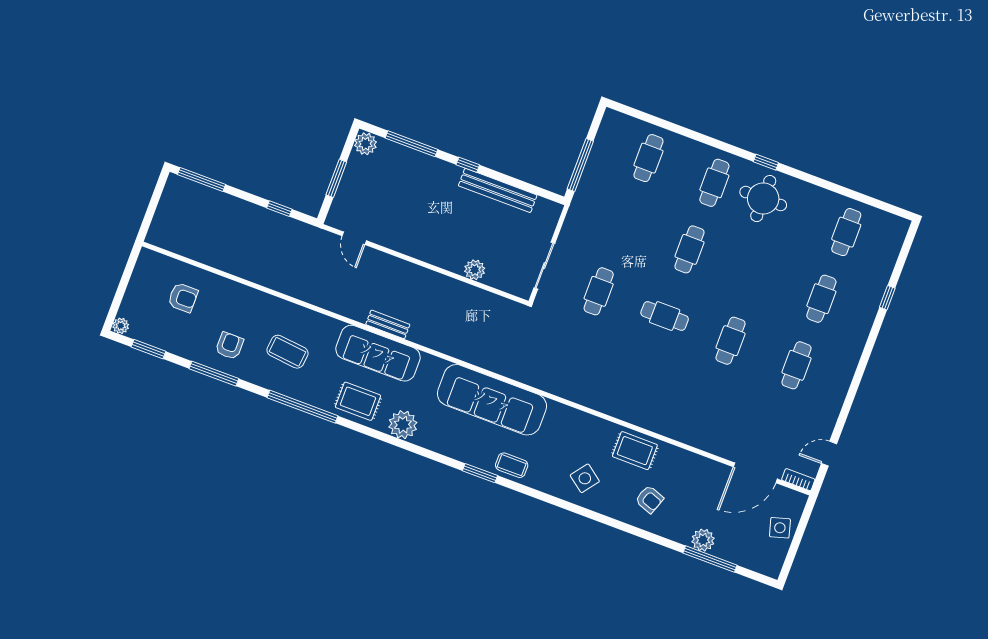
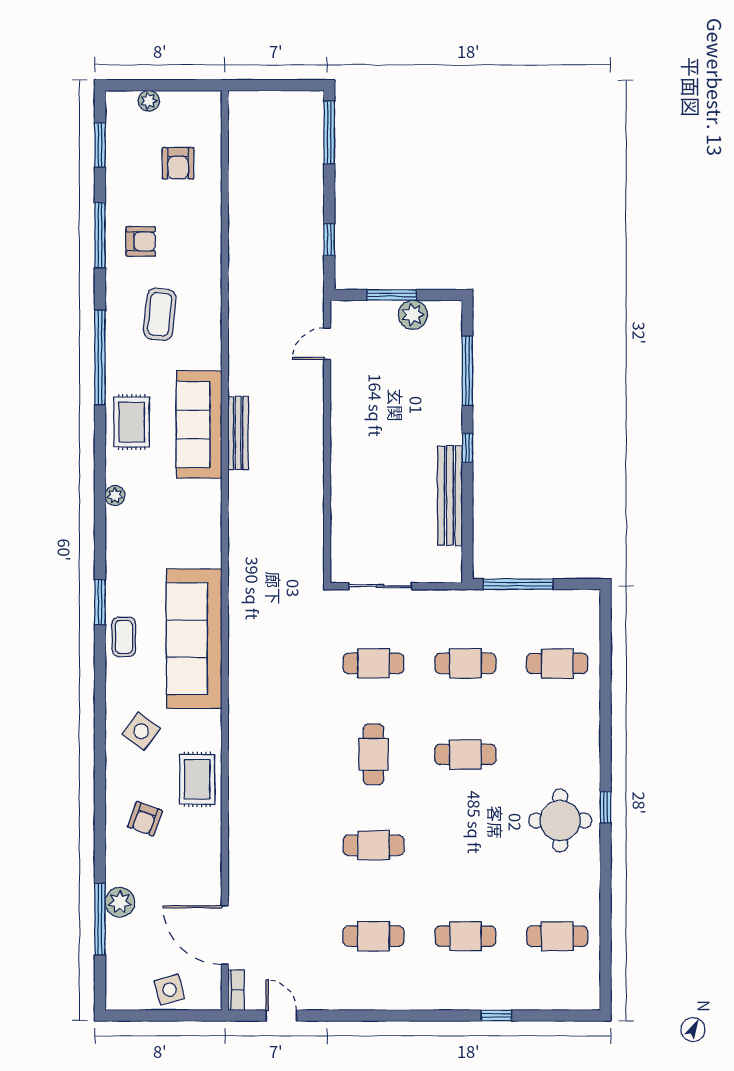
plant: (366, 144) -> (413, 315), moved
cafe table: (714, 183) -> (465, 663), moved
plant: (475, 270) -> (344, 504), removed
bench: (388, 324) -> (238, 433), width x1.36
plant: (121, 326) -> (149, 101), moved
sofa: (492, 400) -> (194, 639), moved
plant: (403, 425) -> (115, 496), width x0.53, depth x0.53

